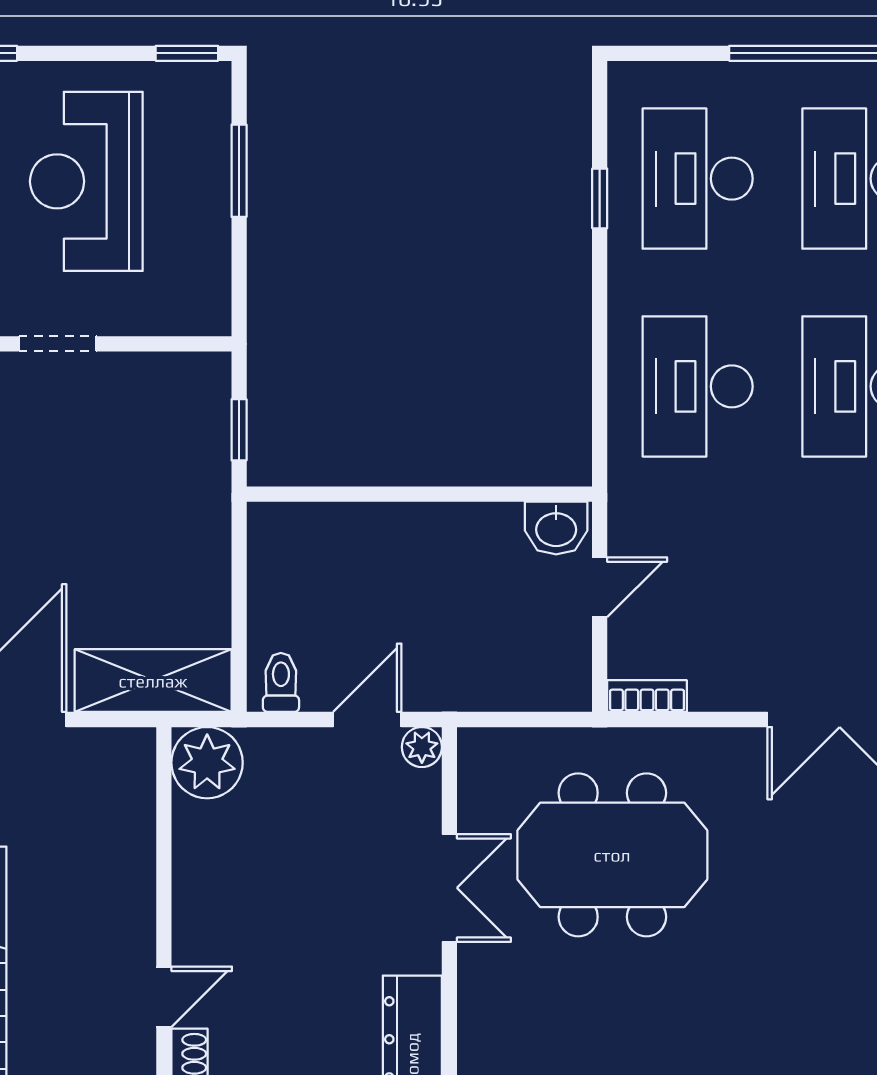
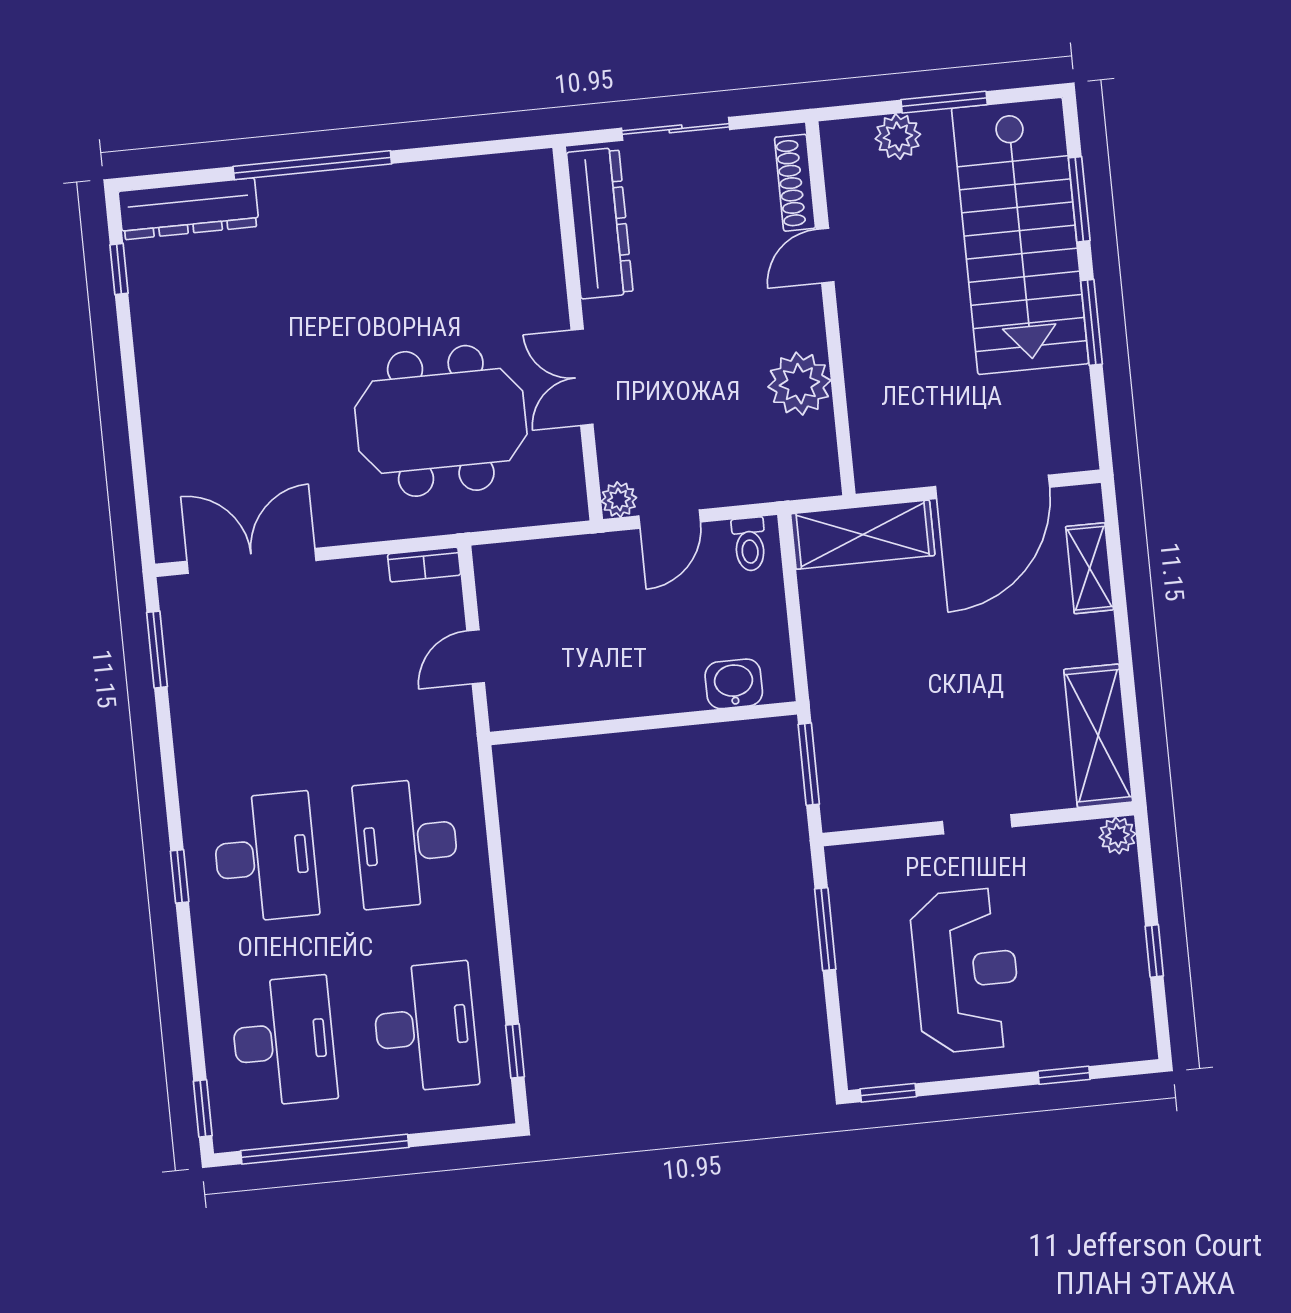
window: (239, 171) -> (825, 929), moved
window: (600, 198) -> (515, 1051), moved
desk: (698, 386) -> (407, 843), turned 180
window: (239, 430) -> (809, 764), width x1.50
washbasin: (556, 528) -> (734, 684), moved
plant: (207, 763) -> (799, 384), moved

